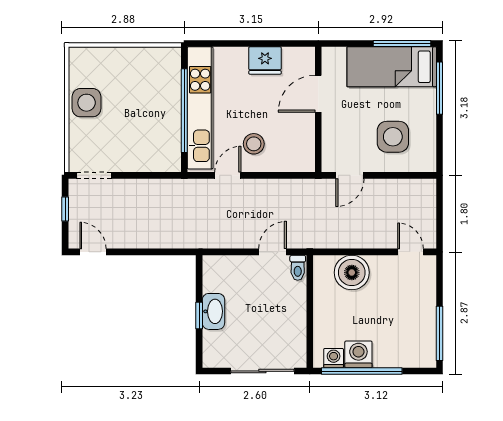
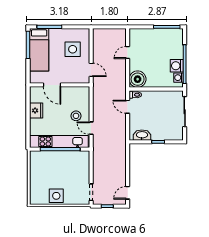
door: (411, 252) -> (128, 53), moved
boiler: (352, 273) -> (138, 79), moved
washbasin: (213, 311) -> (142, 135), moved

